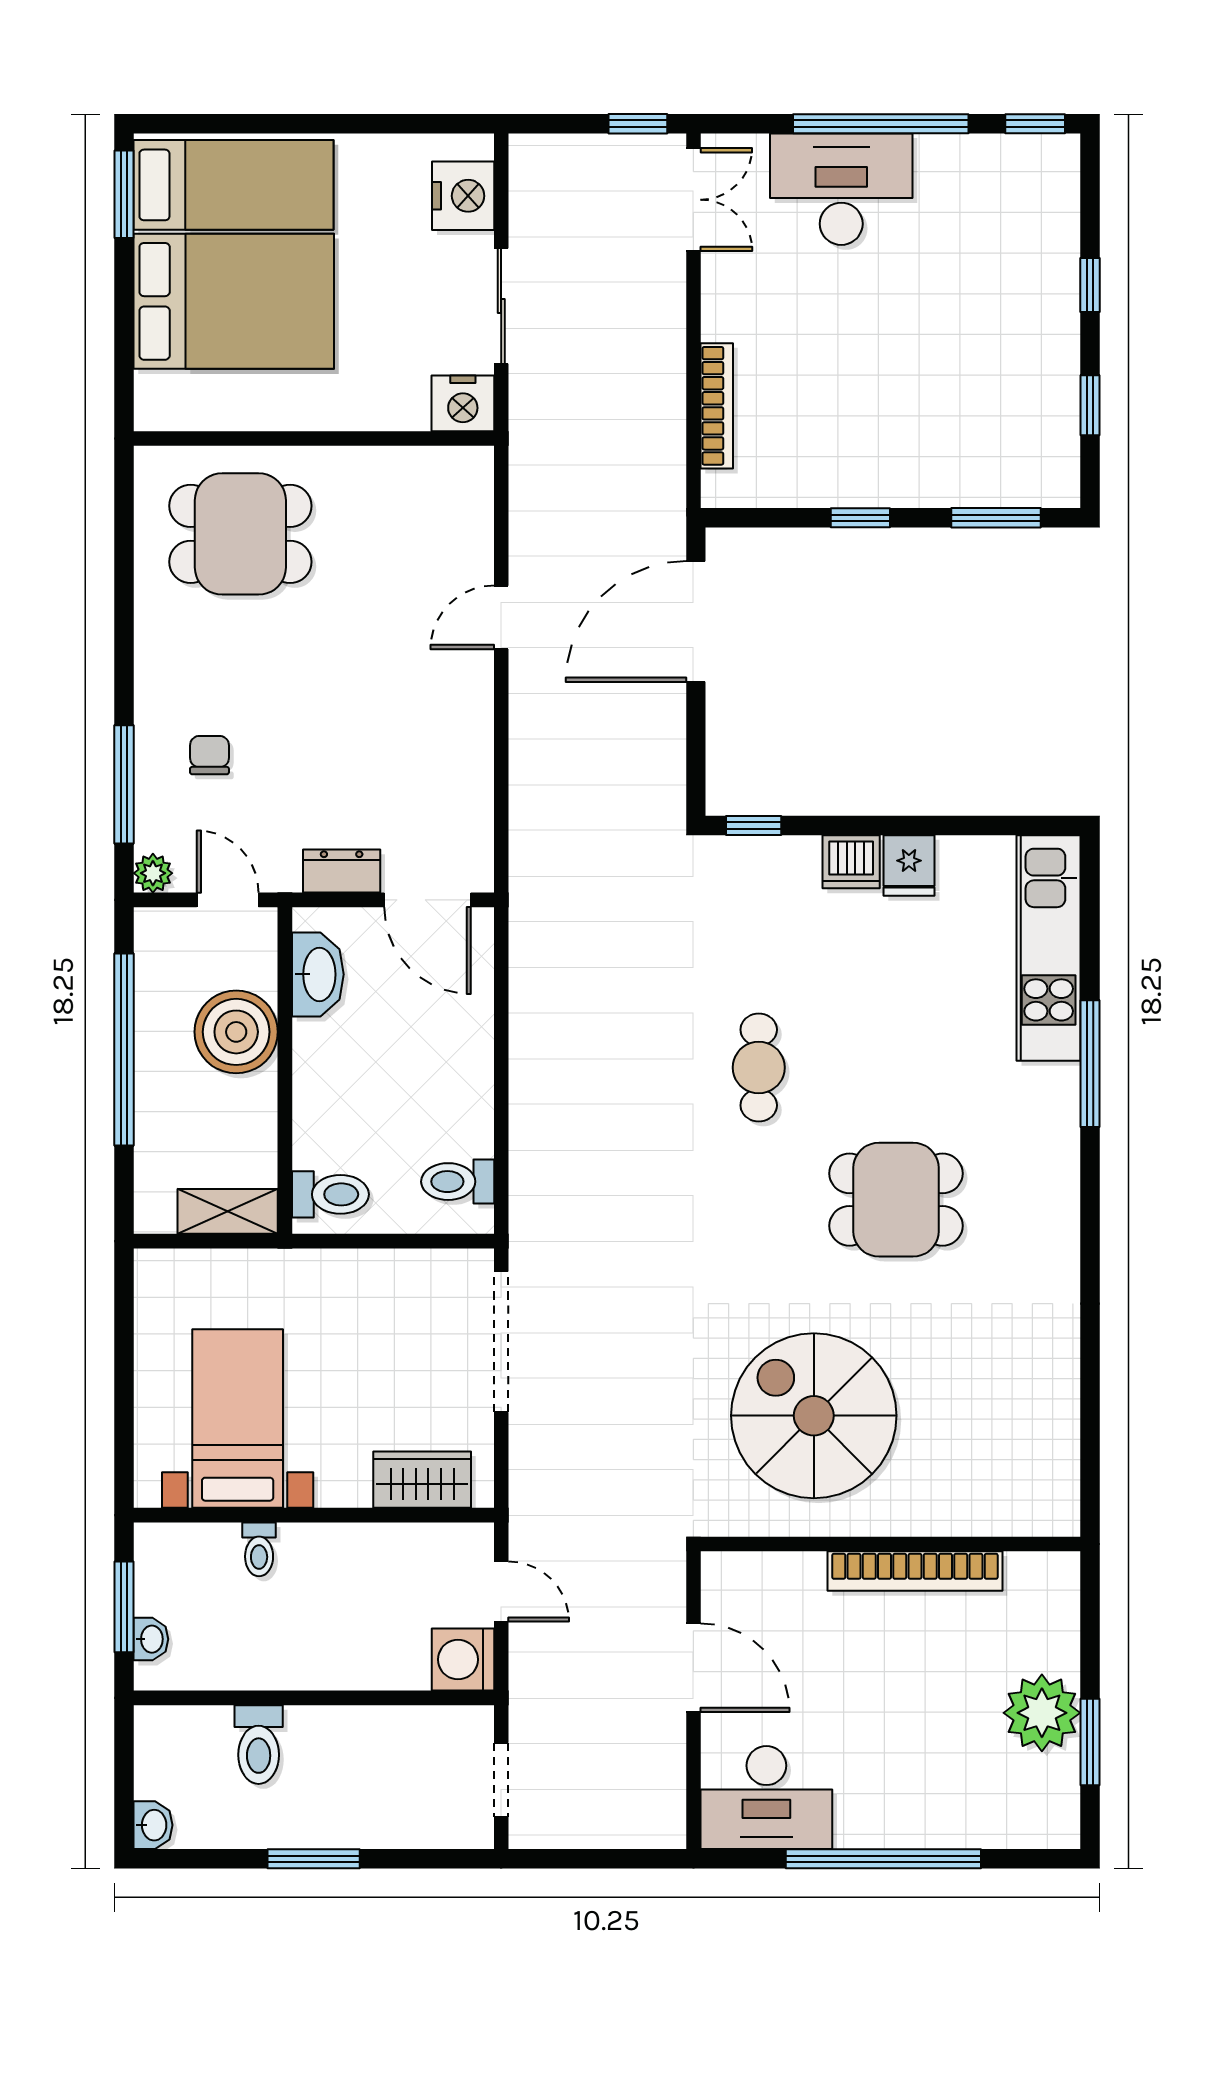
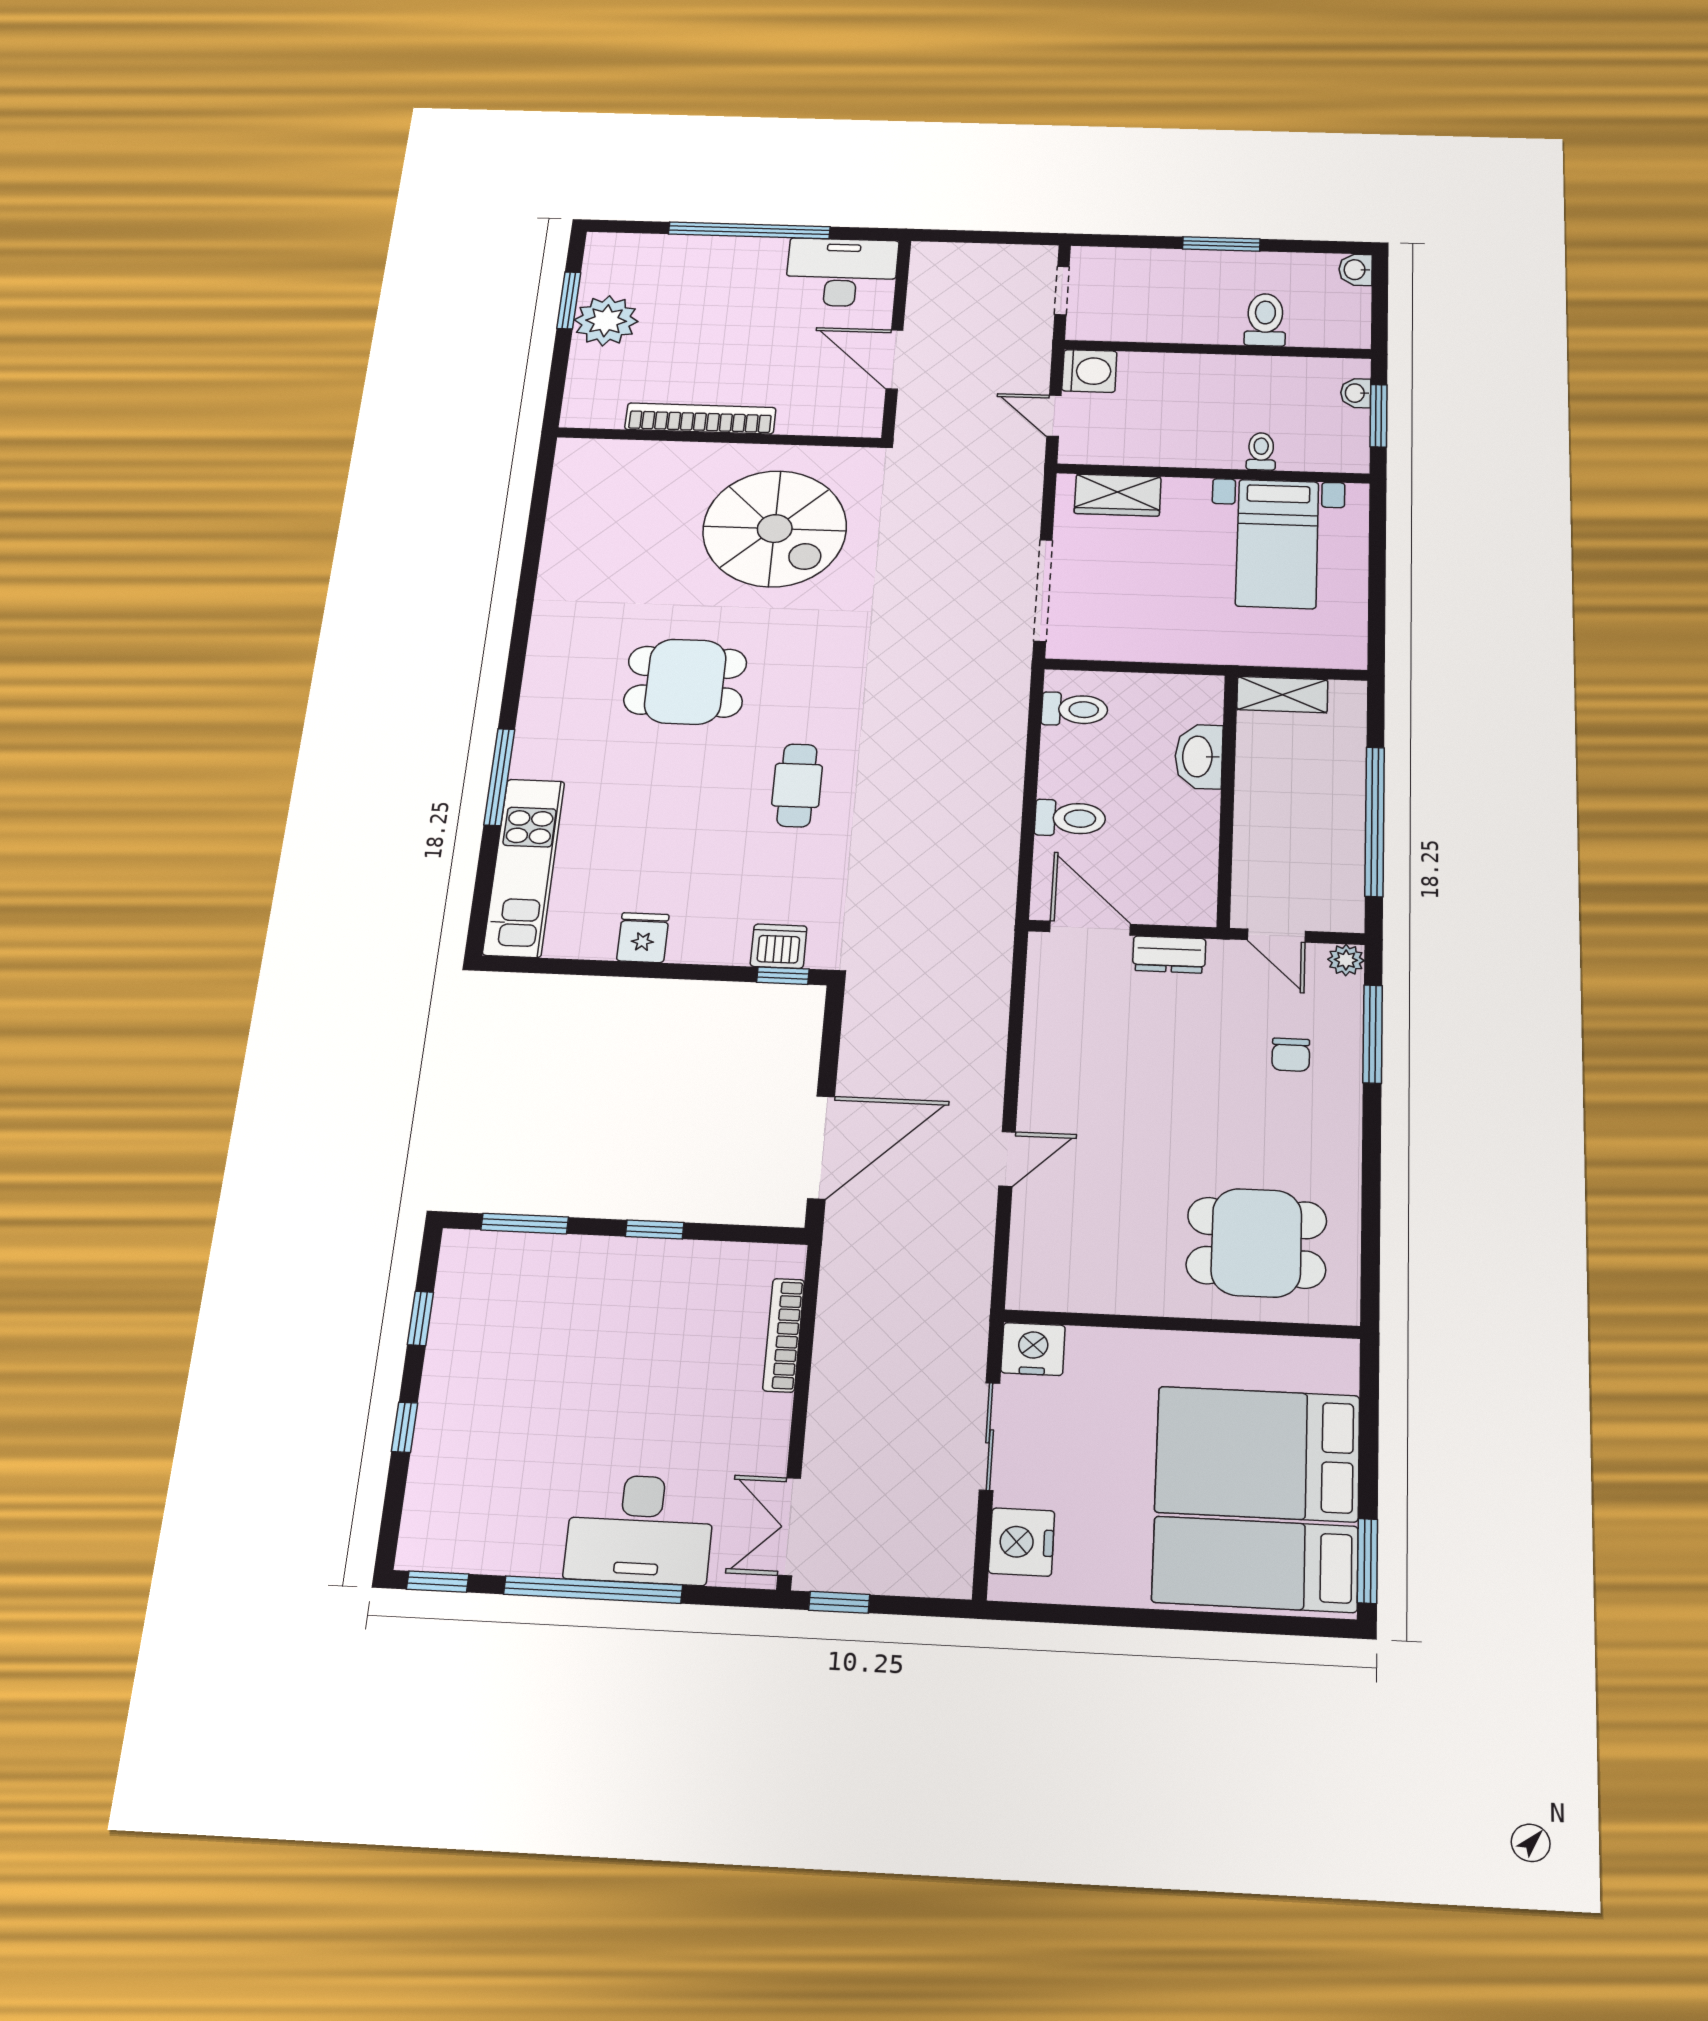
dishwasher: (851, 862) -> (779, 946), moved
washbasin: (318, 974) -> (1199, 756), moved
boiler: (236, 1032) -> (1271, 831), removed
toilet: (330, 1194) -> (1070, 818), moved, turned 180

